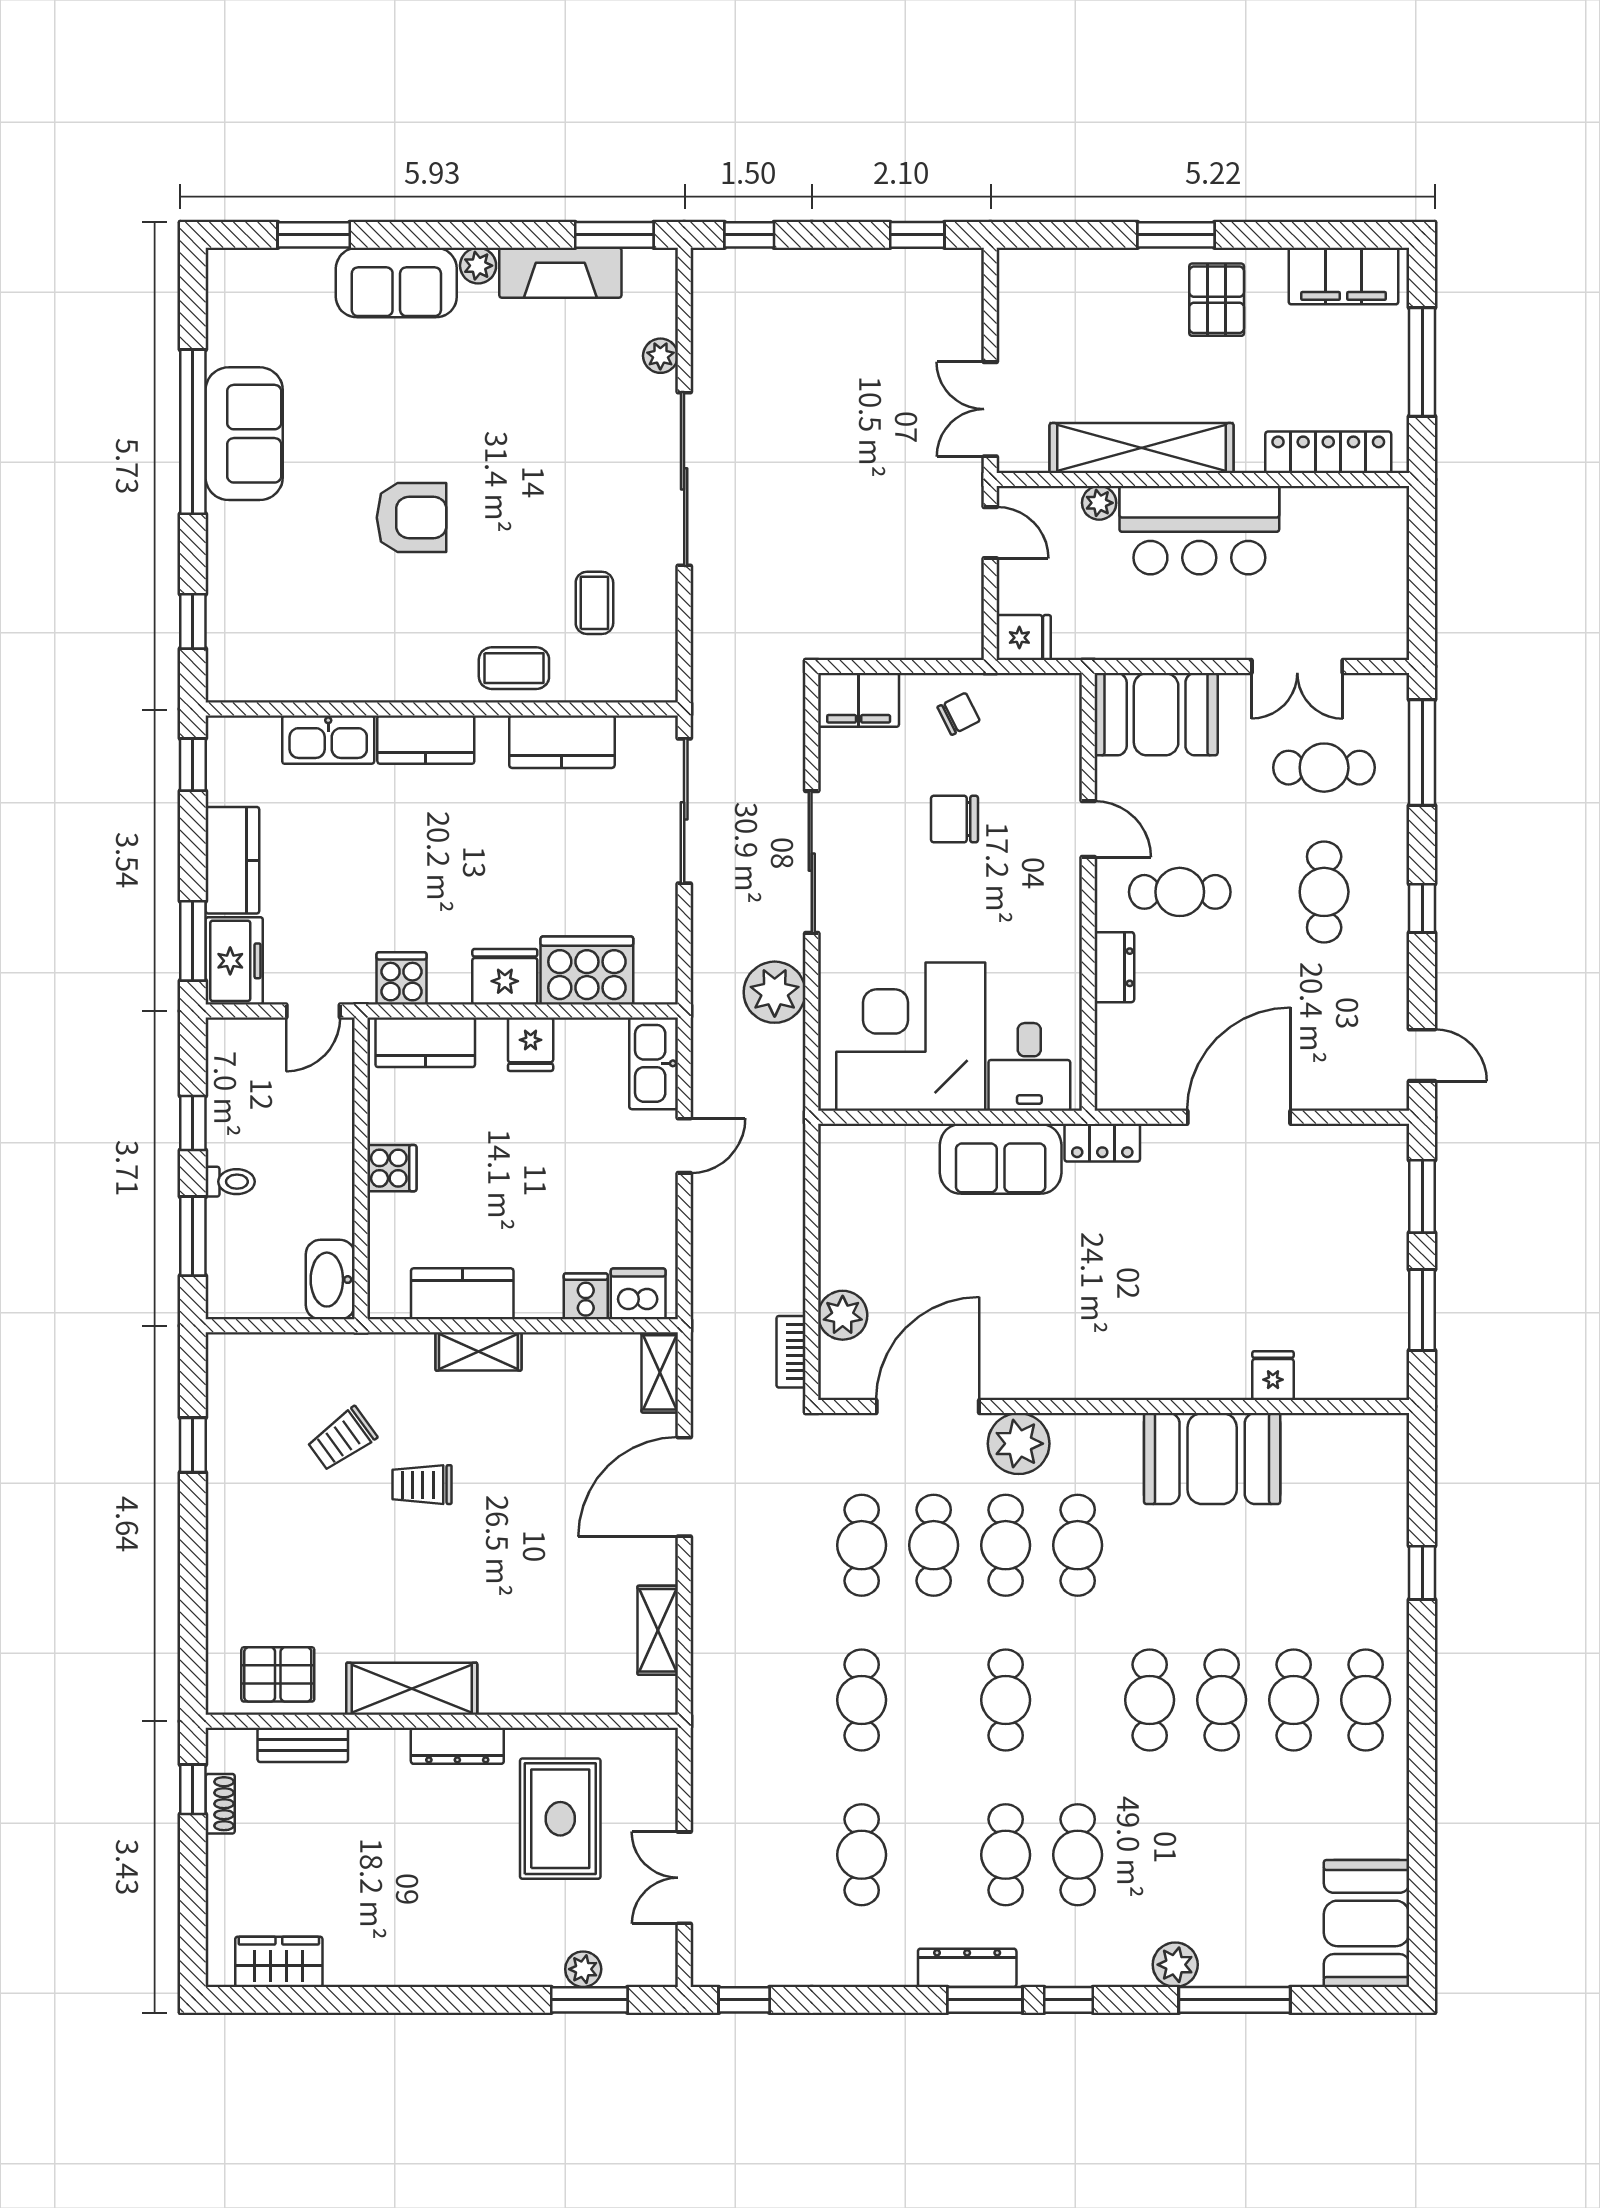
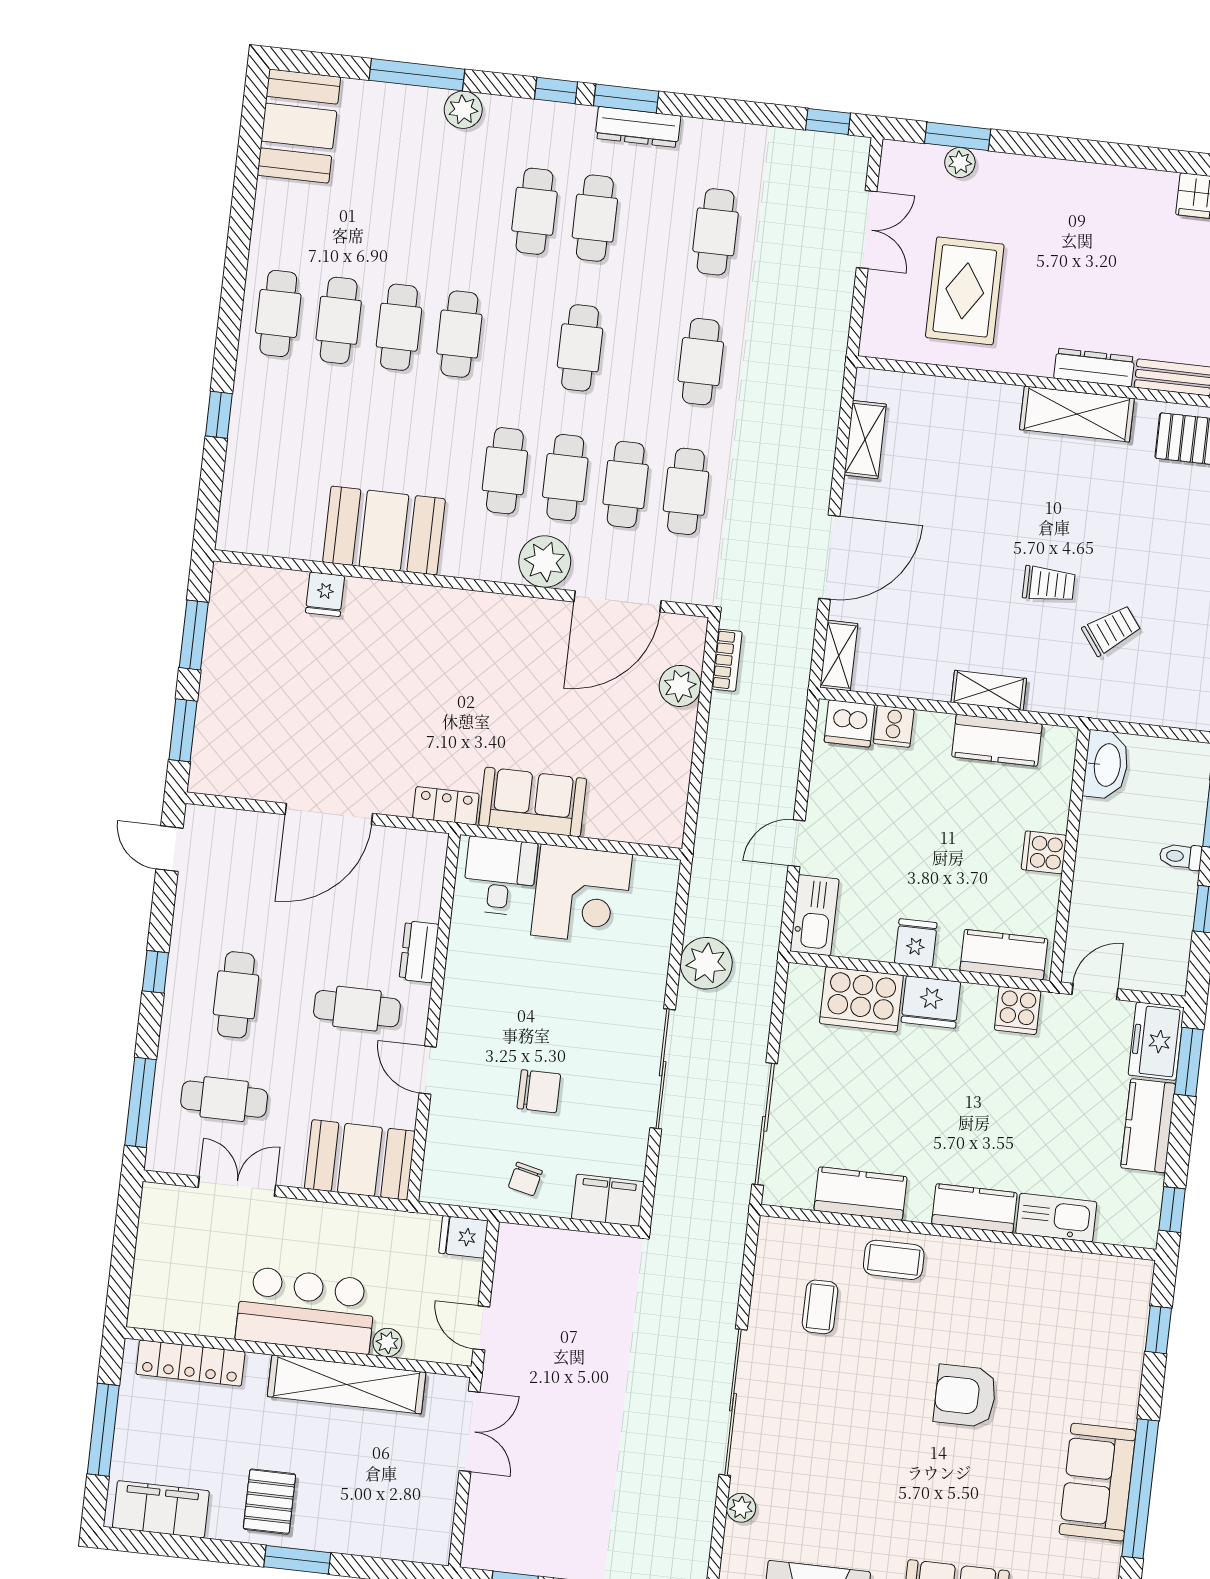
chair: (959, 714) -> (525, 1179), turned -50
corner desk: (911, 1037) -> (582, 895), width x0.74, depth x0.74
dresser: (457, 1746) -> (1094, 368), moved

